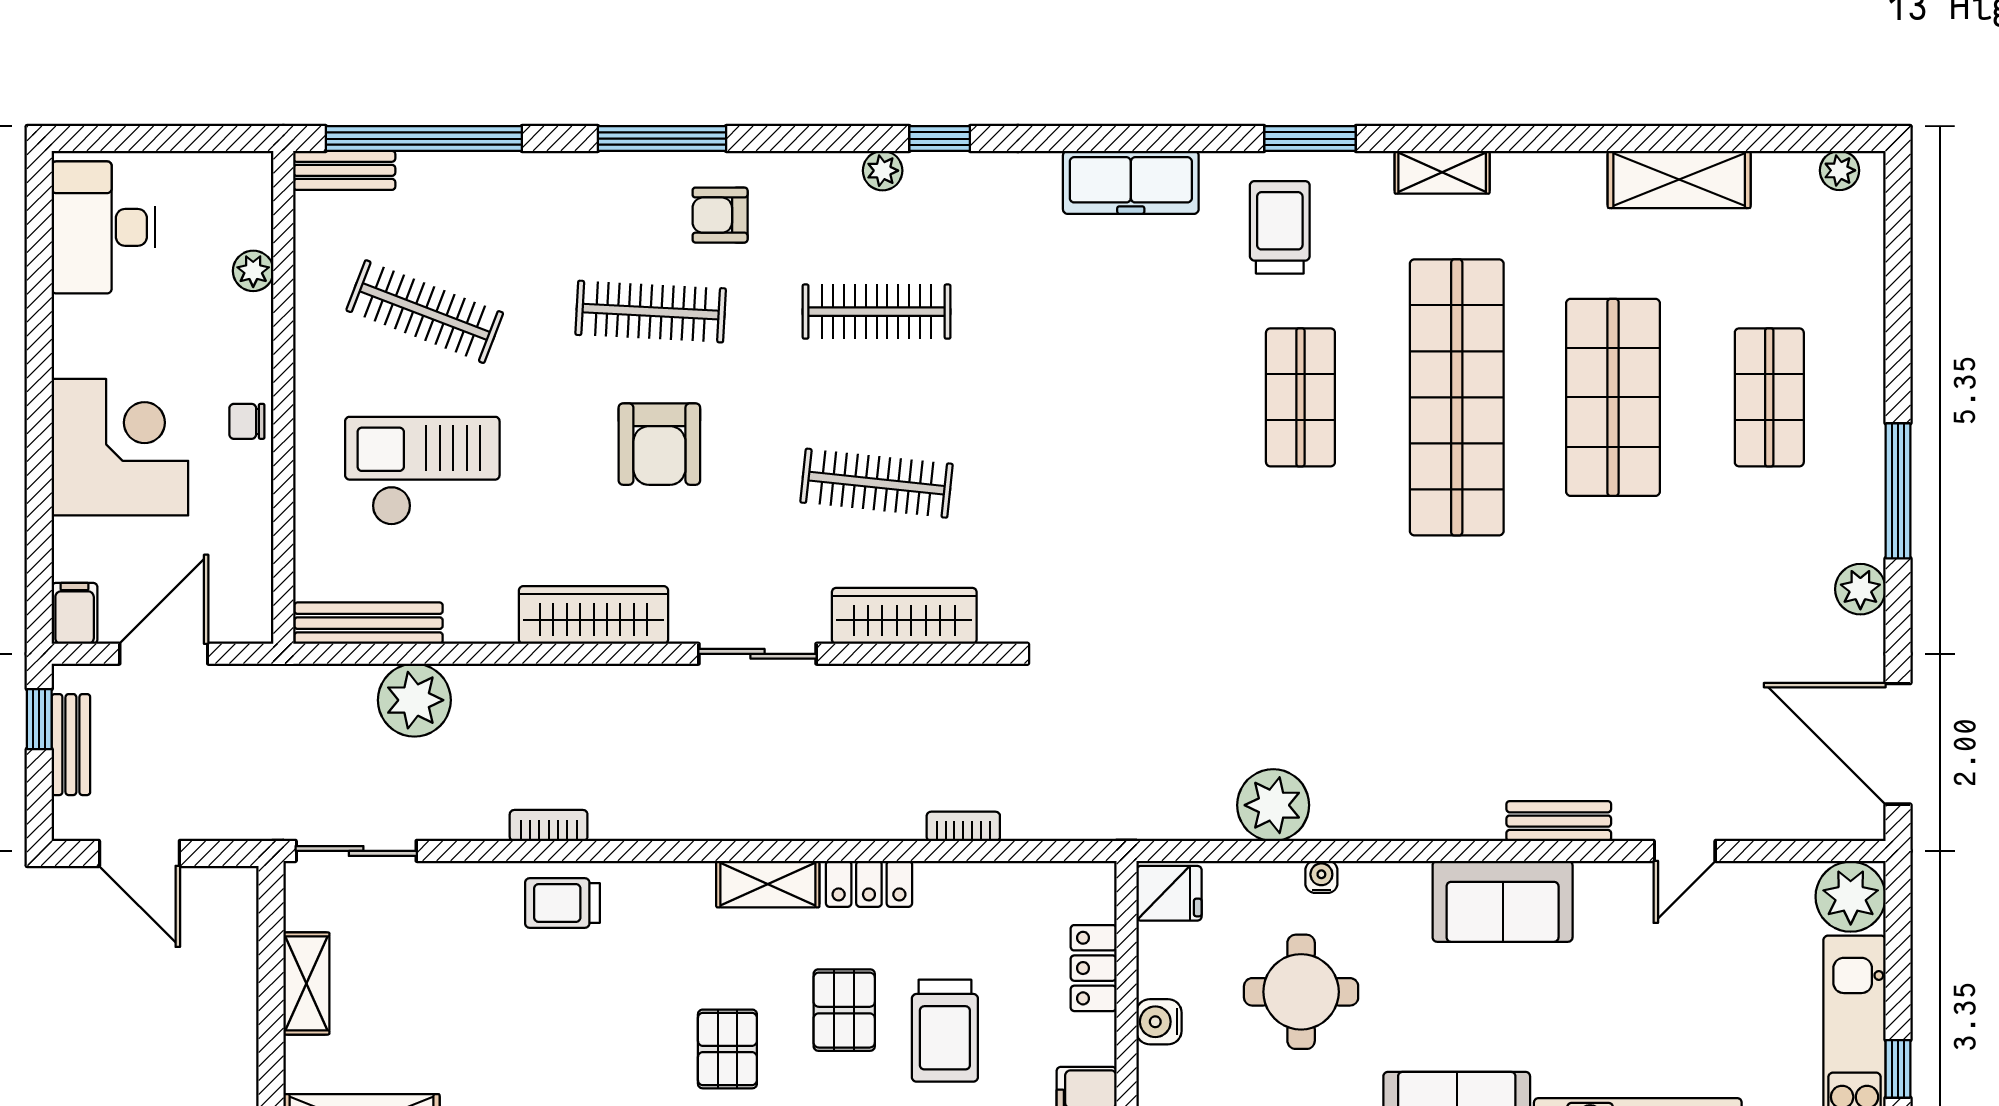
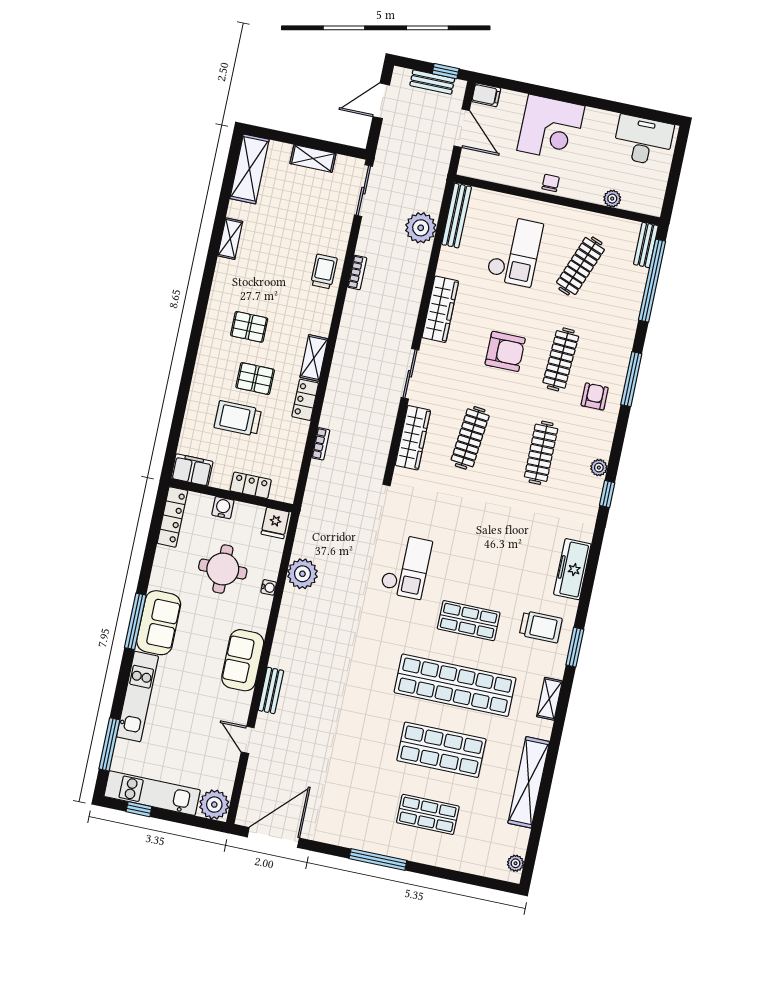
shelving: (1679, 179) -> (529, 782), width x1.47
armchair: (659, 444) -> (505, 351), turned 180
checkout: (1205, 568) -> (406, 566), added
plant: (1860, 589) -> (341, 835), removed

